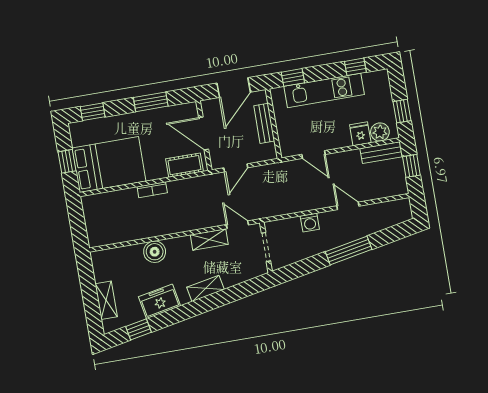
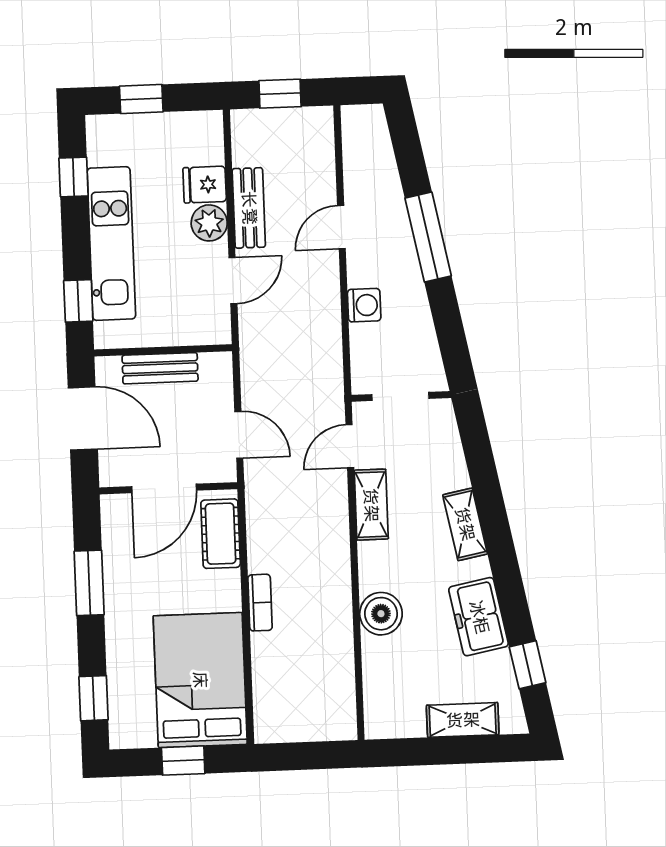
window: (402, 111) -> (141, 99), moved
plant: (380, 132) -> (209, 223), moved
bench: (381, 153) -> (249, 208), moved

